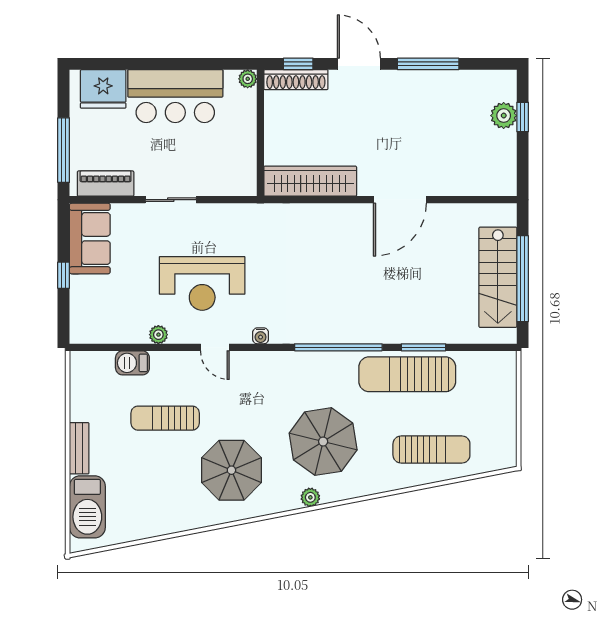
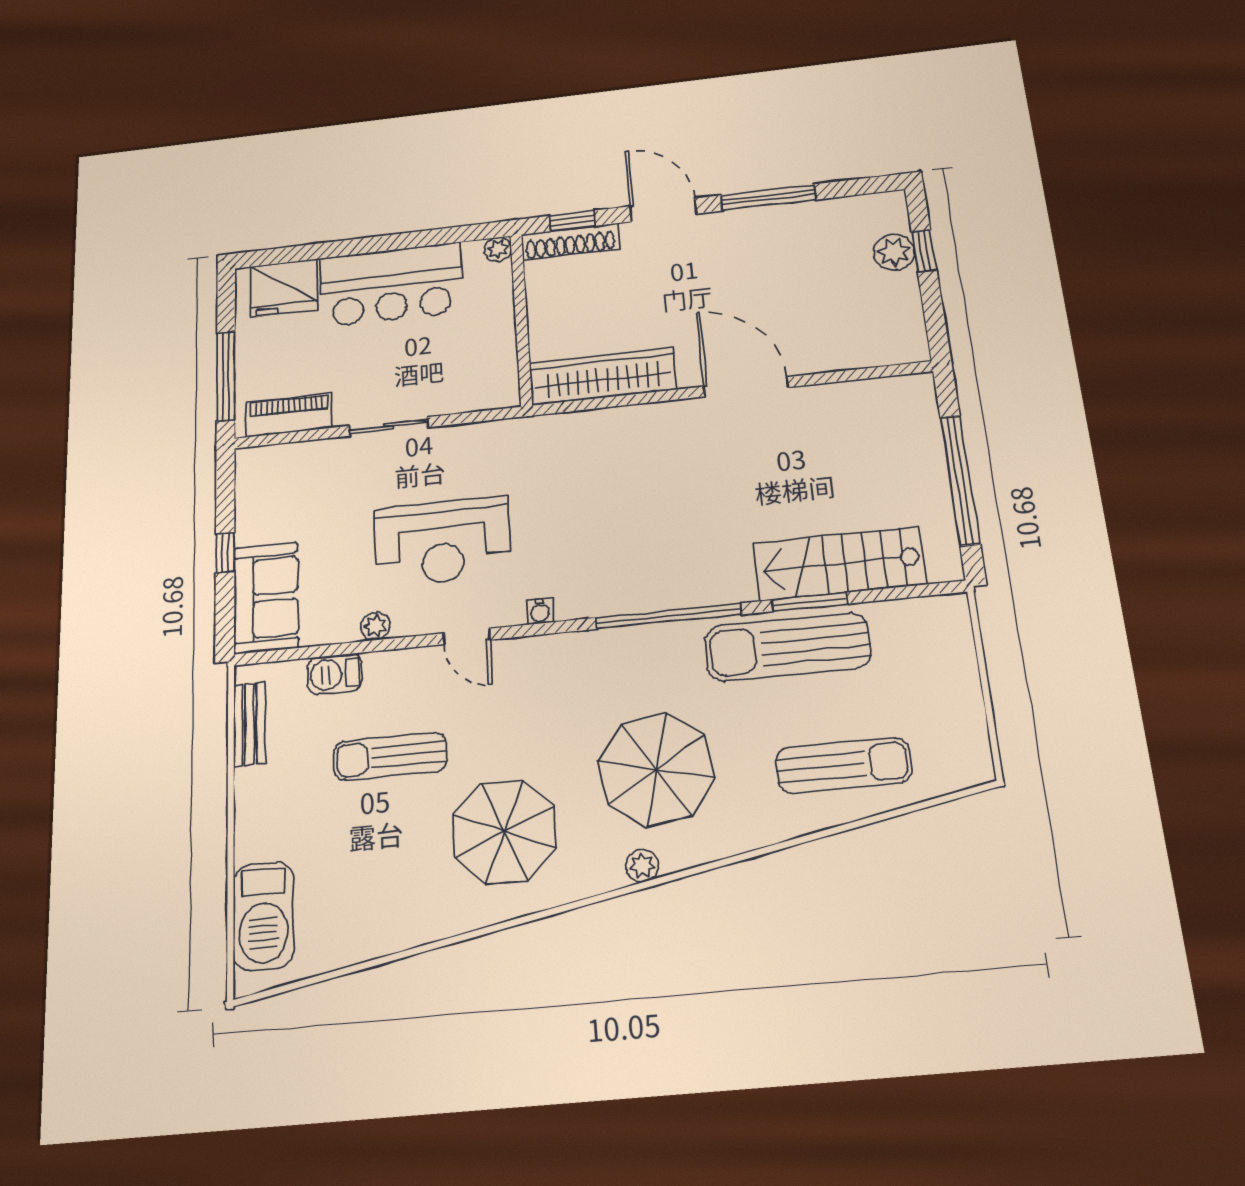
door: (400, 200) -> (746, 387), swing flipped
sofa: (90, 239) -> (266, 598), moved
stairs: (498, 277) -> (839, 564), moved, turned 90
bench: (79, 448) -> (249, 724), moved

